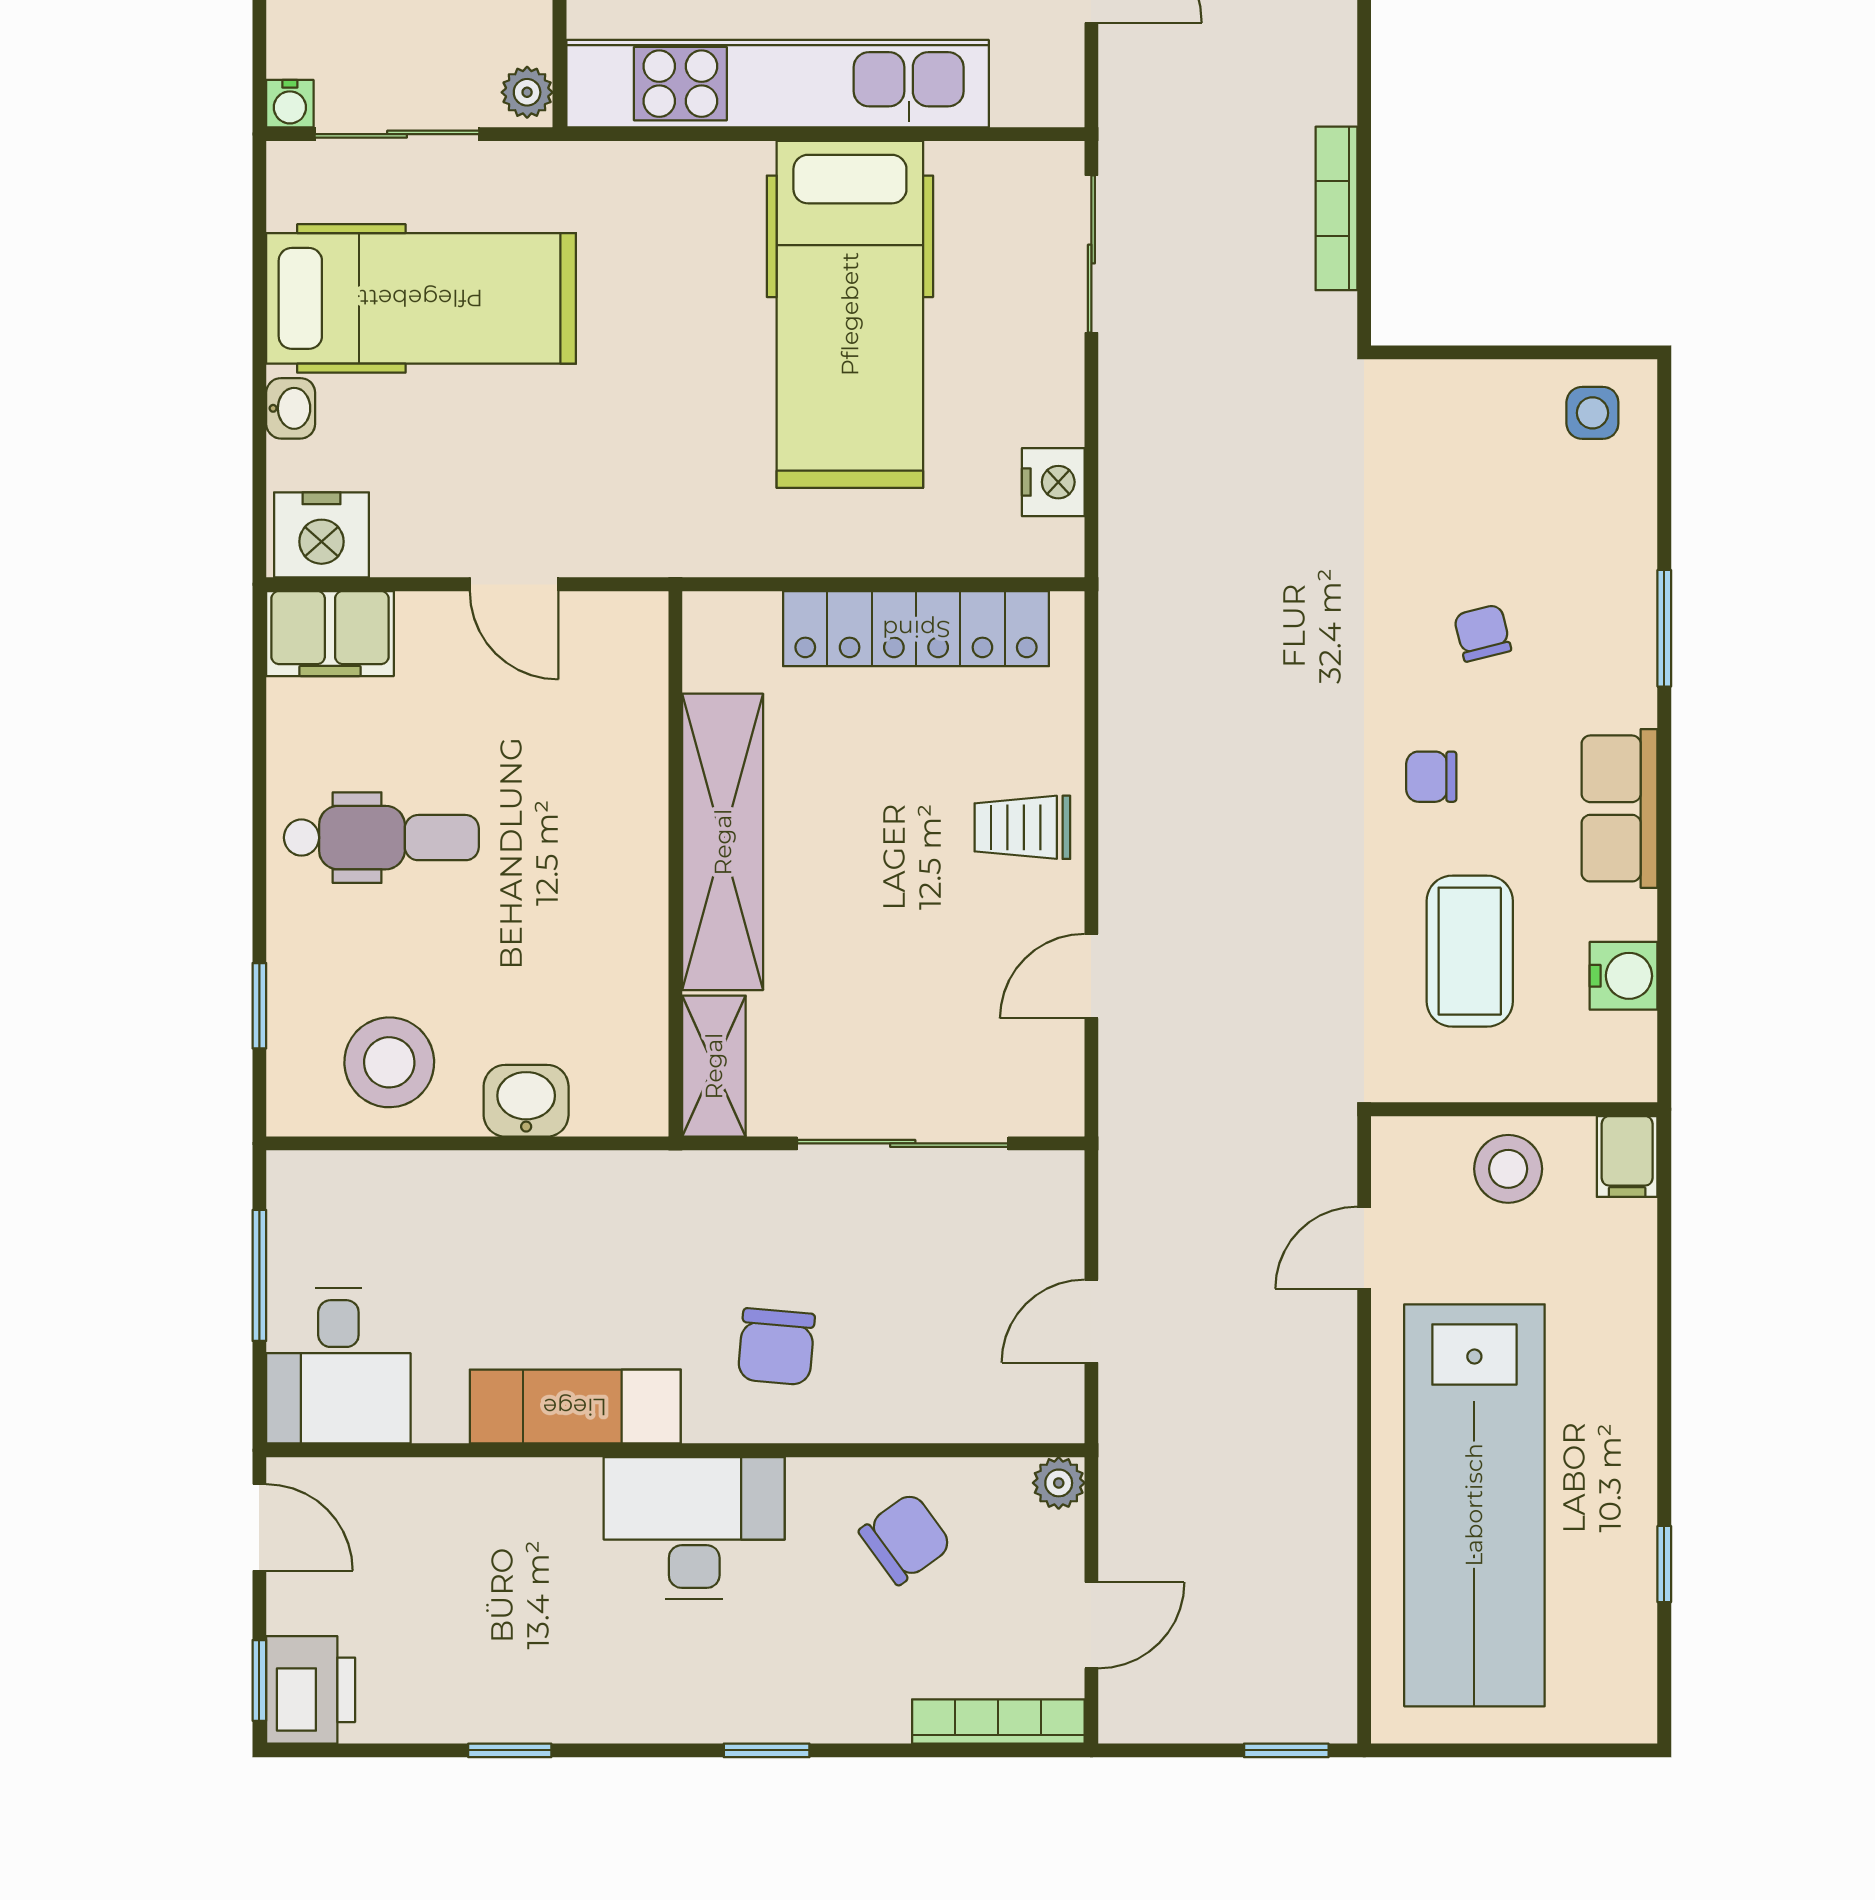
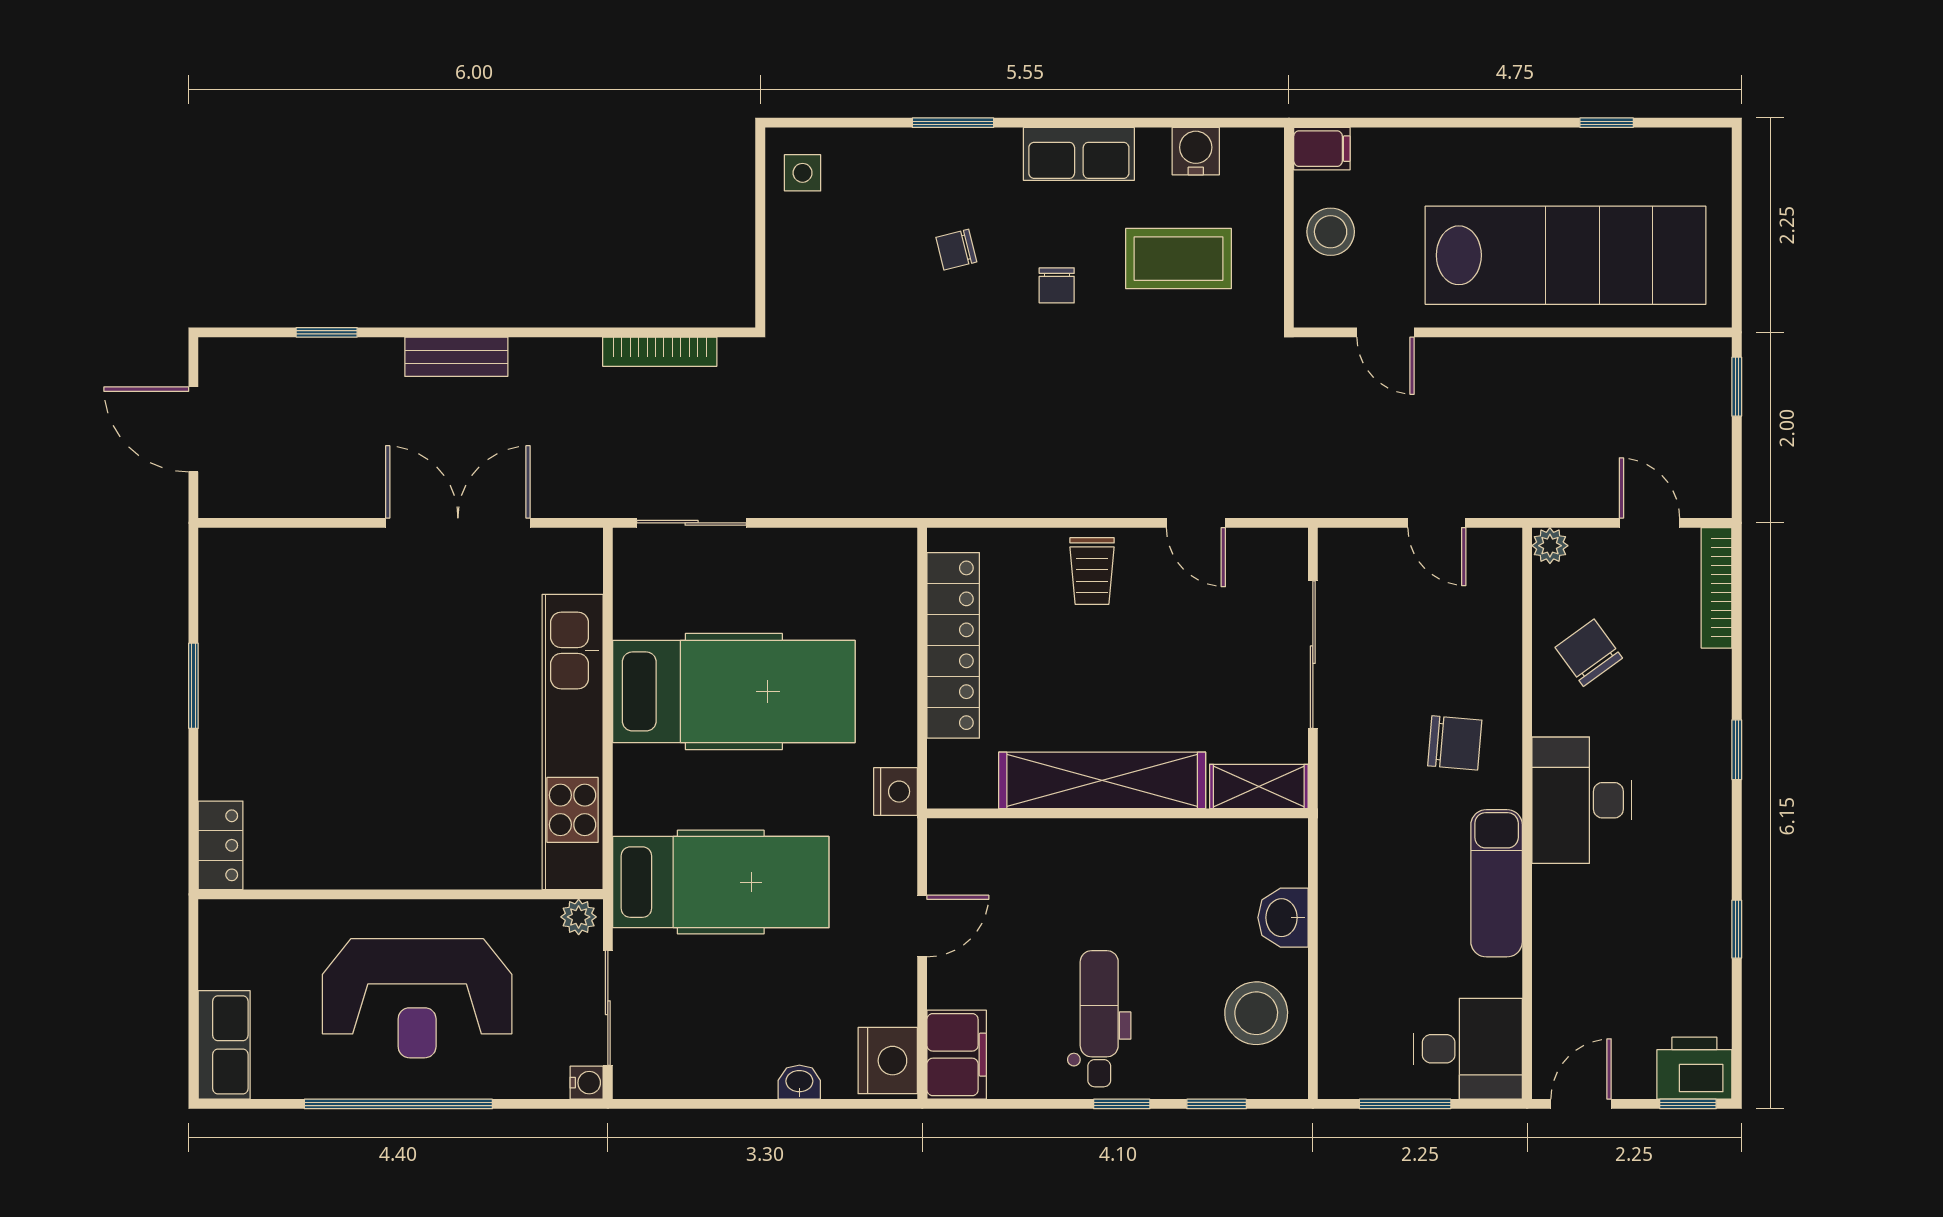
hospital bed: (421, 298) -> (721, 882), moved, turned 90
nightstand: (1053, 482) -> (896, 792), moved, turned 90
window: (259, 870) -> (1122, 1104), added

